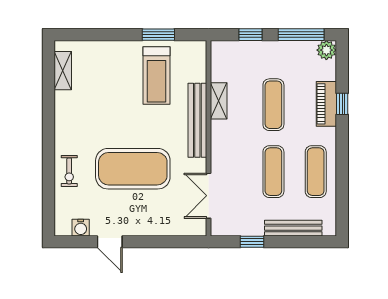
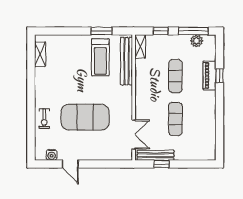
plant: (326, 50) -> (197, 41), moved
shelving: (219, 101) -> (140, 46), moved
bench: (197, 120) -> (127, 61), moved
exercise mat: (316, 172) -> (203, 119), removed
double door: (208, 196) -> (134, 134), swing flipped
bench: (293, 228) -> (156, 155), moved

